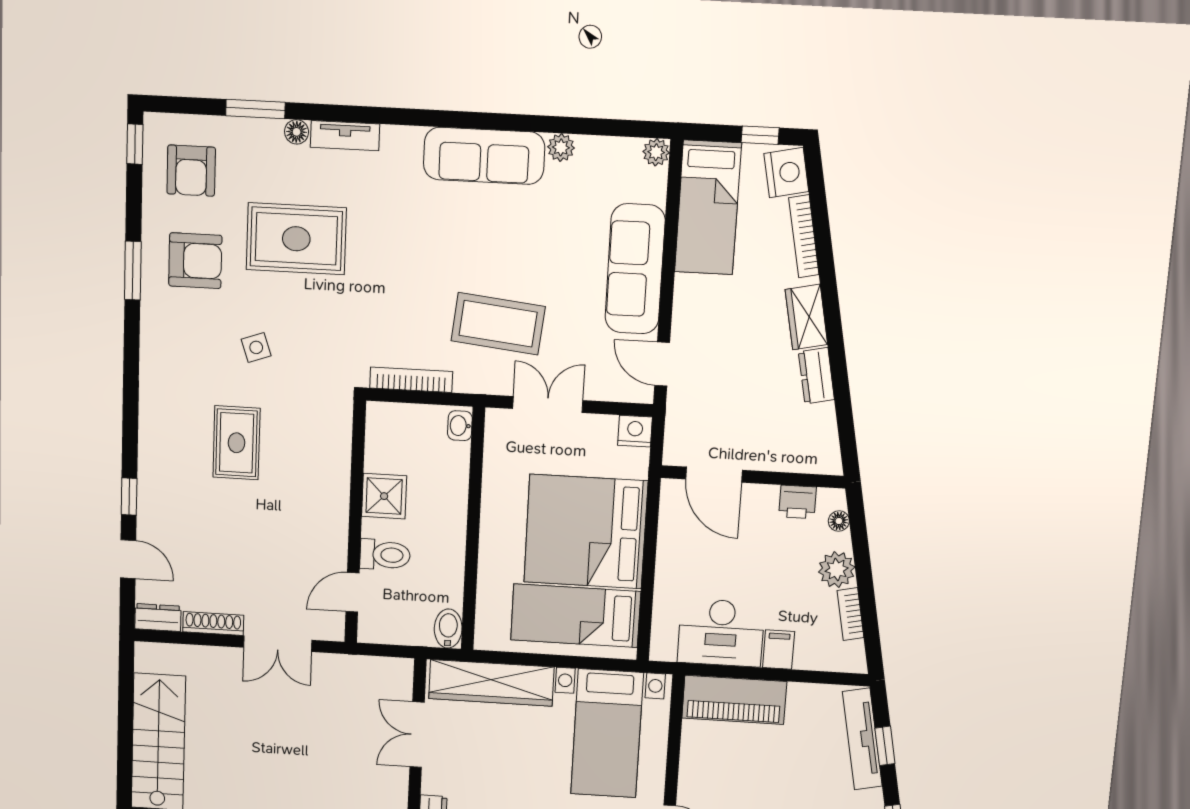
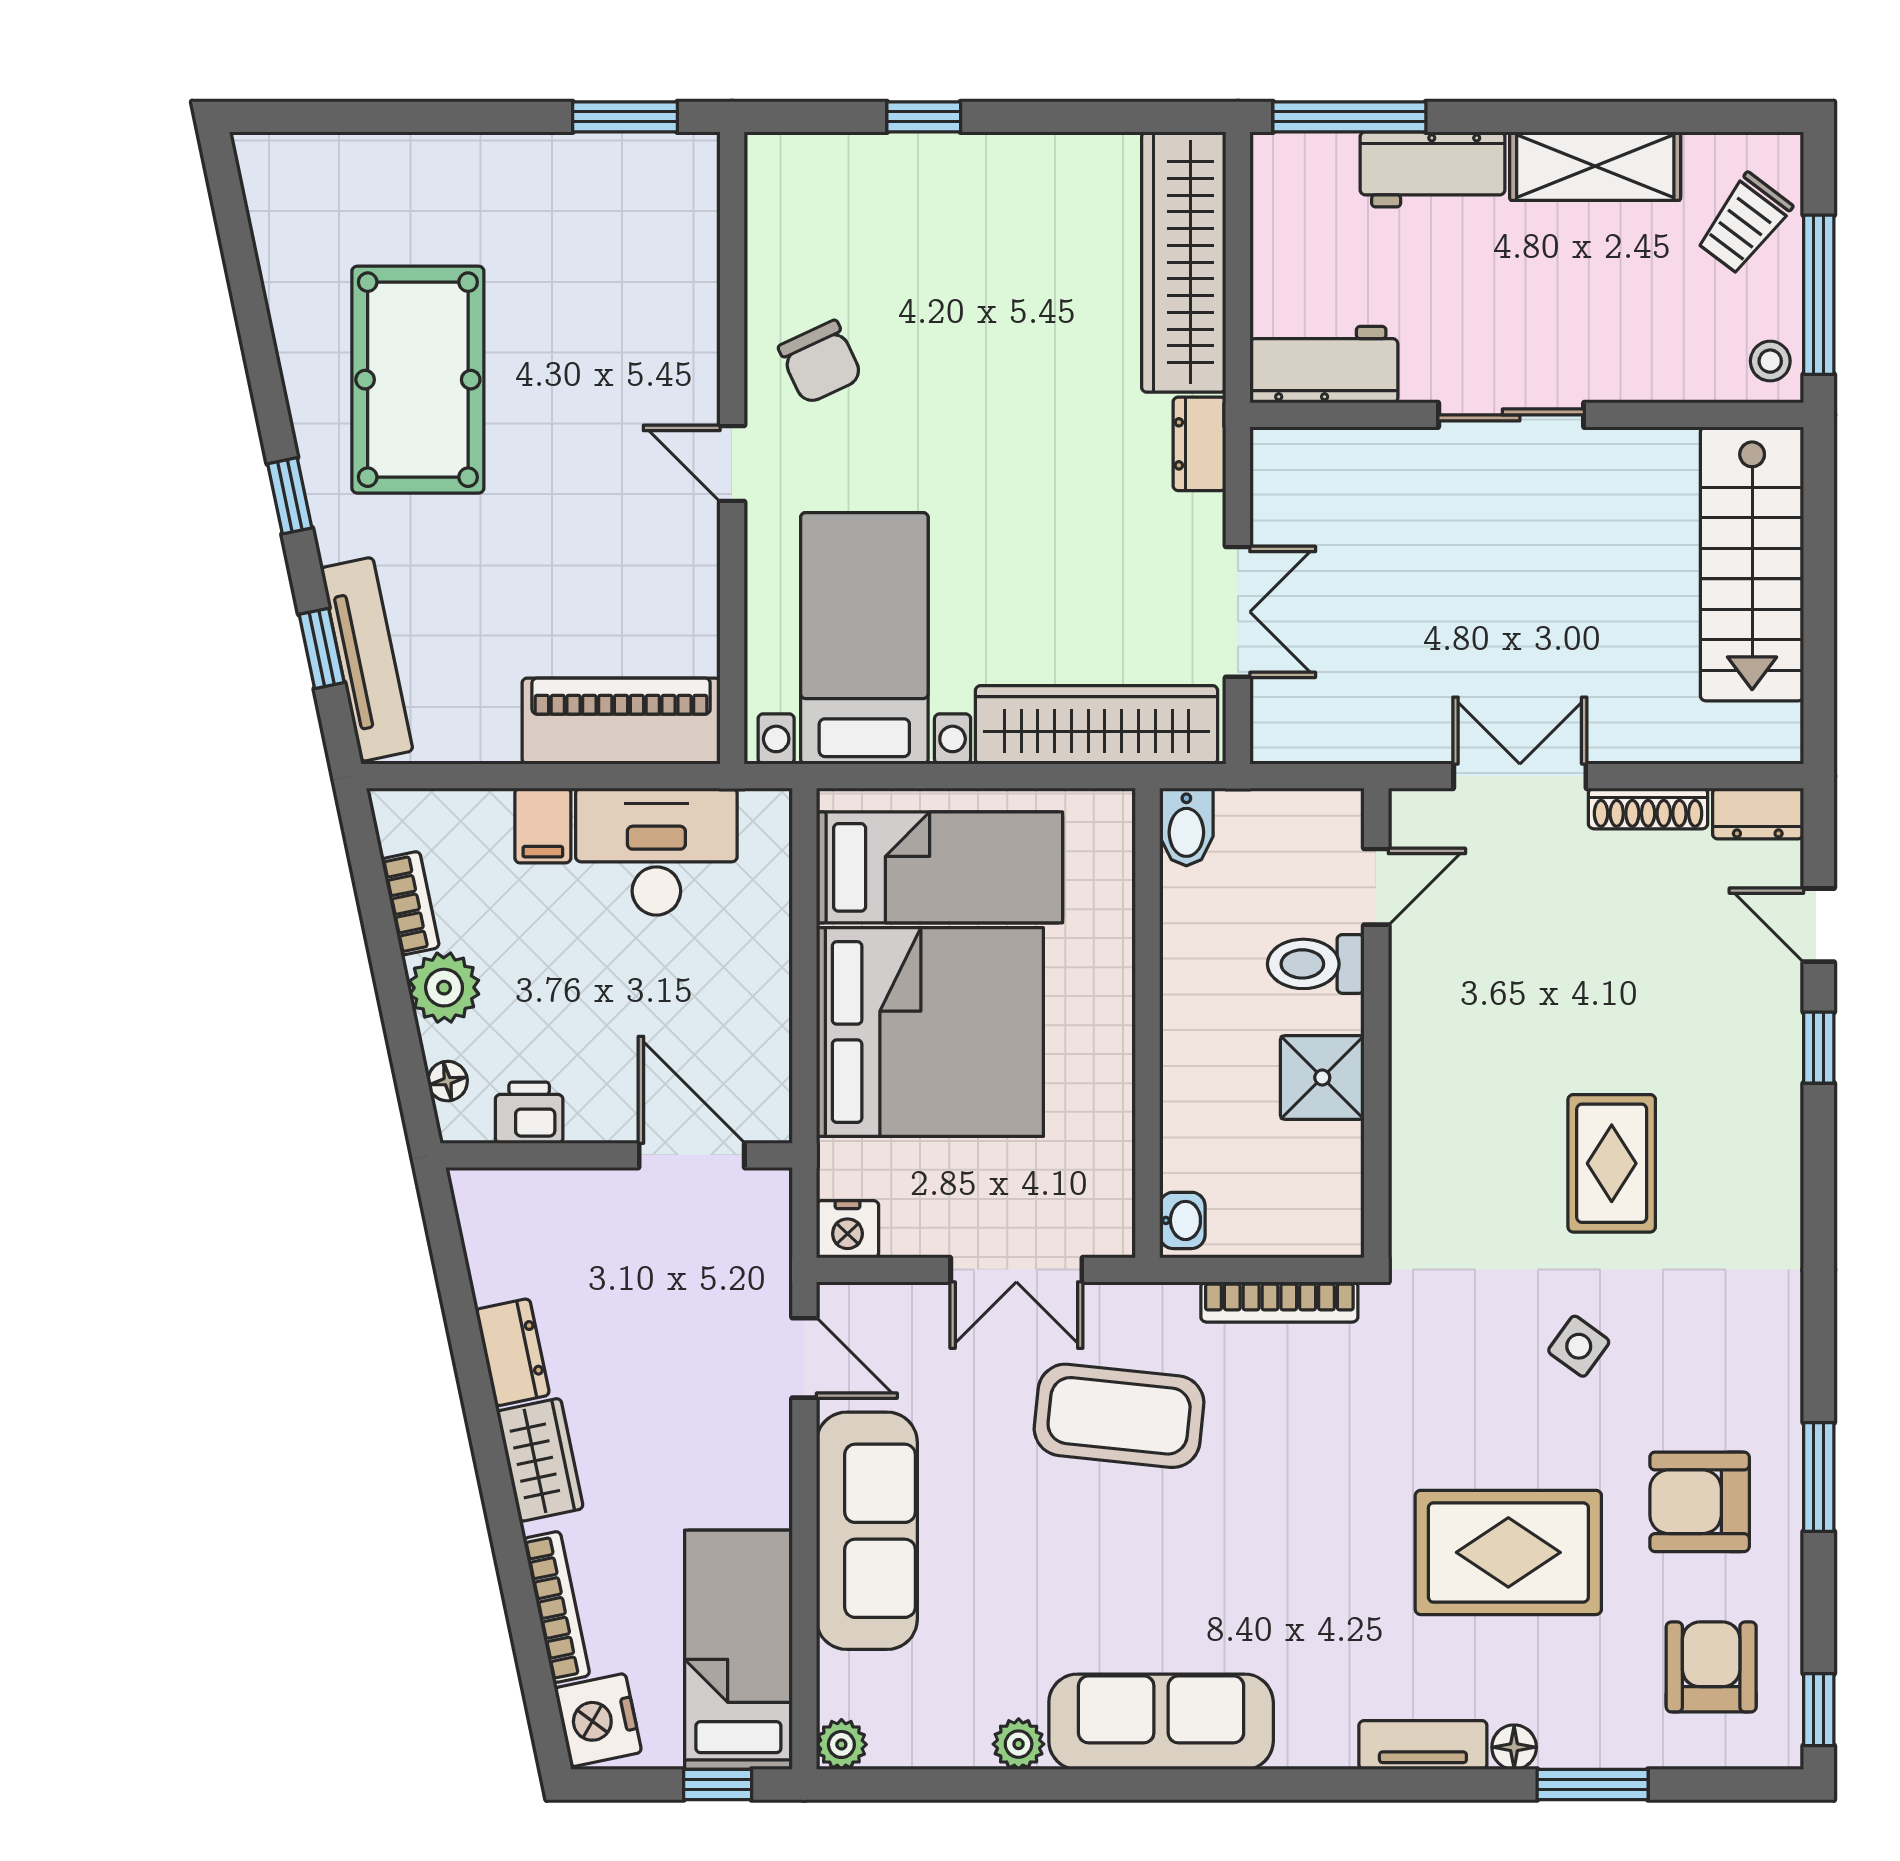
window: (760, 135) -> (718, 1785), moved
side table: (256, 347) -> (1579, 1346), turned -35

